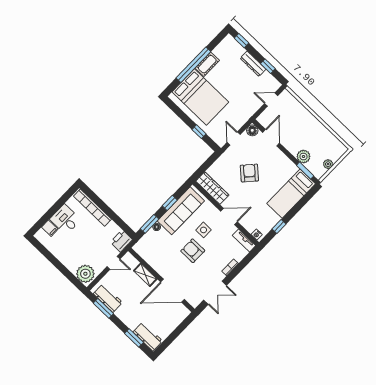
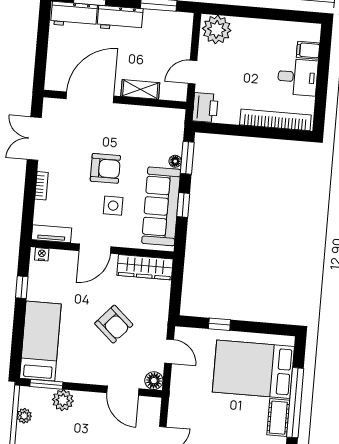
workbench: (108, 298) -> (120, 18), moved

